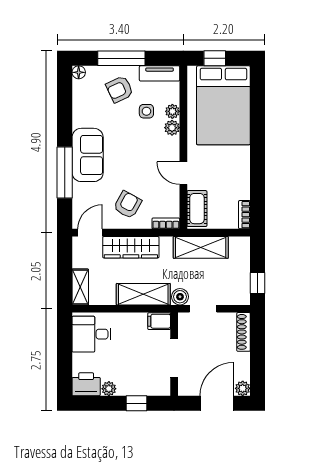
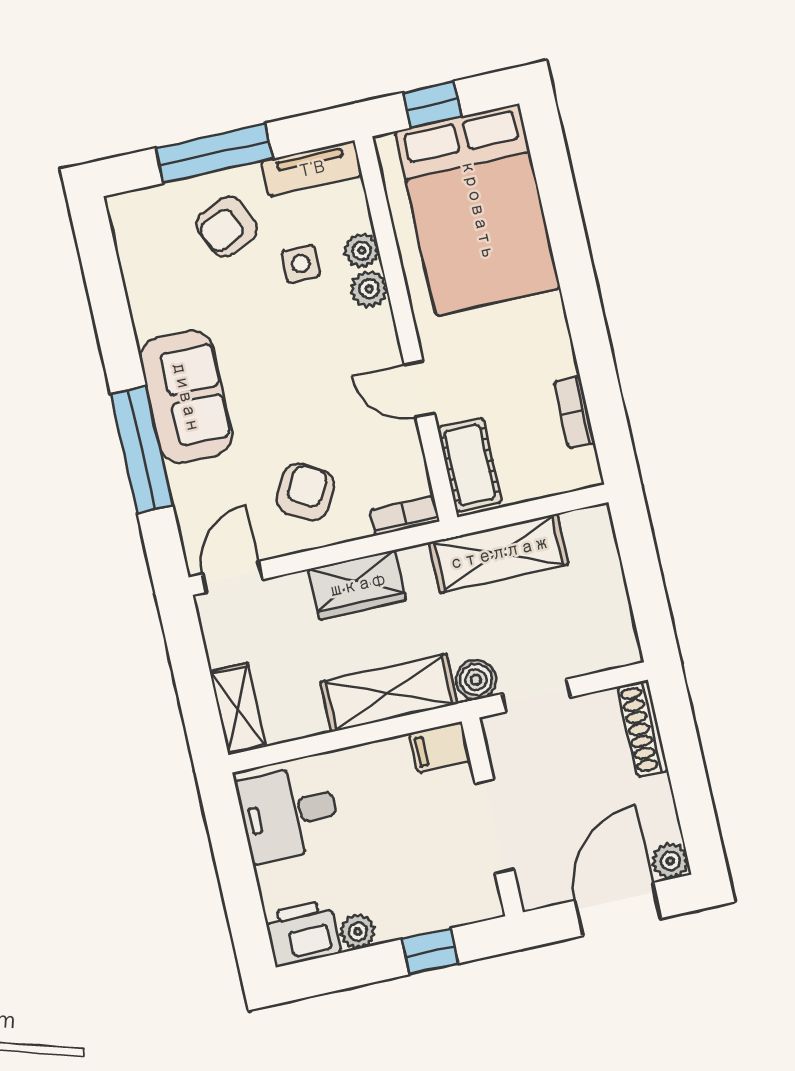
floor lamp: (79, 72) -> (122, 208), removed
bookcase: (244, 215) -> (574, 412), moved
wardrobe: (131, 247) -> (357, 585), width x0.67
window: (258, 283) -> (650, 607), removed

